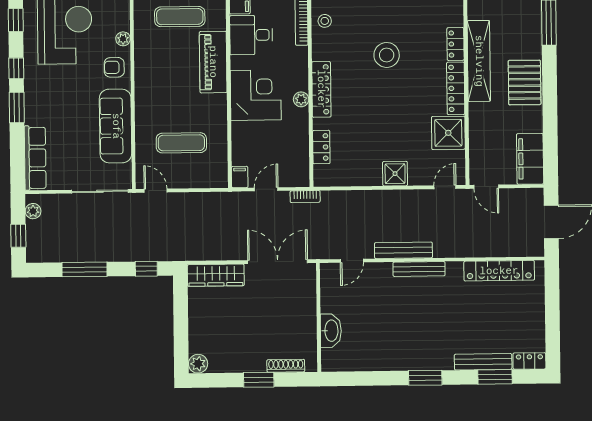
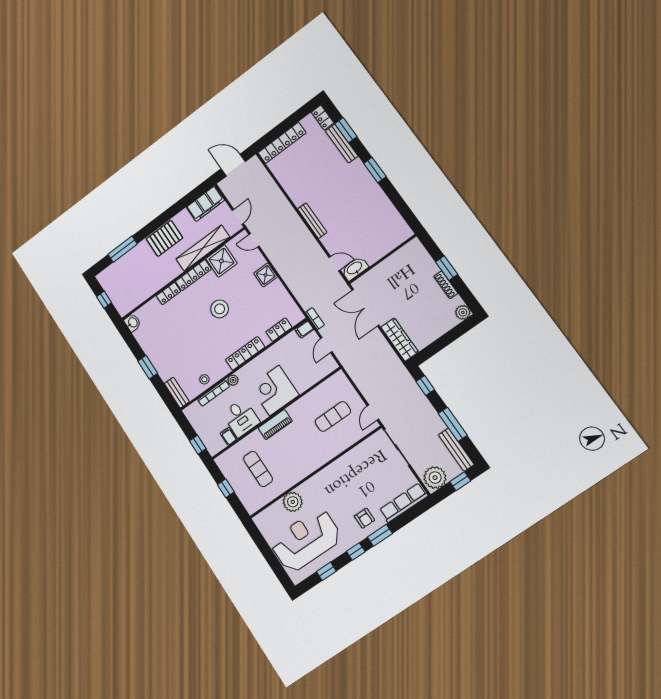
plant: (123, 39) -> (293, 502), width x1.88, depth x1.88
stool: (387, 55) -> (220, 309), moved
shelving: (479, 61) -> (203, 248), moved
piano: (213, 62) -> (275, 425), width x0.73, depth x0.75
armchair: (114, 67) -> (365, 518), moved
plant: (301, 99) -> (233, 380), moved
sofa: (116, 126) -> (350, 465), removed
exercise mat: (181, 143) -> (333, 416), turned 90
filing cabinet: (240, 177) -> (304, 329), moved
door: (266, 189) -> (326, 345), hinge flipped
plant: (33, 211) -> (435, 478), width x1.88, depth x1.88
bench: (403, 250) -> (456, 450), moved
locker: (499, 271) -> (282, 143), moved, turned 90
washbasin: (331, 331) -> (355, 268), moved
shoe rack: (286, 366) -> (446, 285), moved

